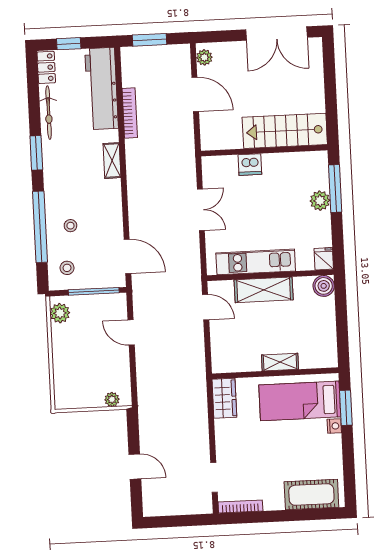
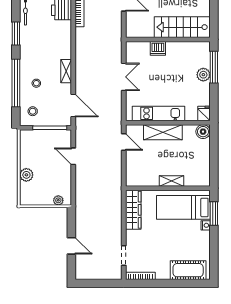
shelving: (112, 161) -> (66, 71), moved
plant: (60, 313) -> (26, 175), moved
wardrobe: (224, 398) -> (133, 210), width x1.50

